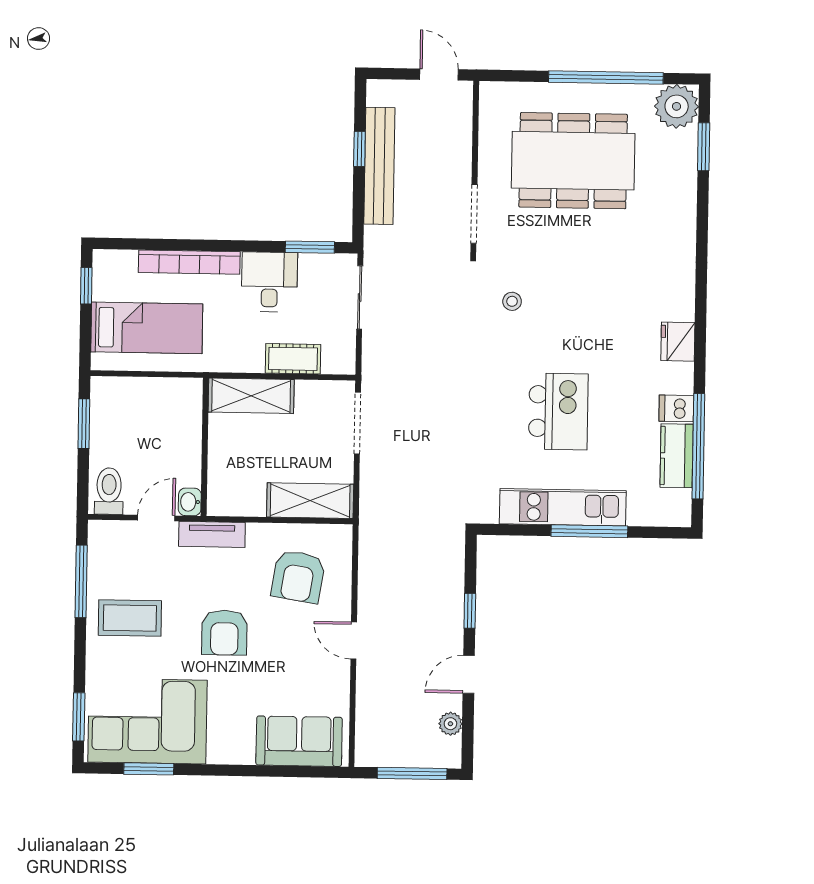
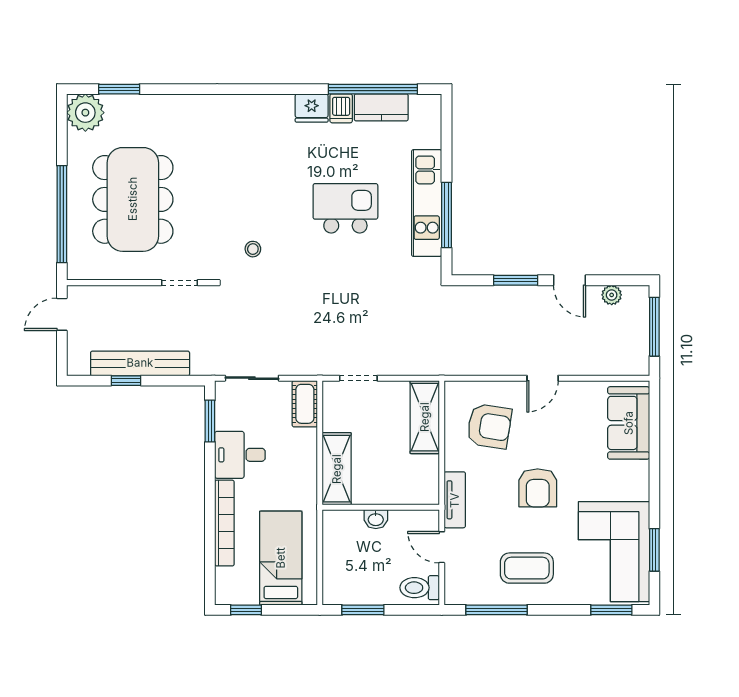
window: (606, 77) -> (62, 214), moved
doorway: (474, 214) -> (179, 283), width x0.73
fridge: (678, 342) -> (312, 108), moved
cot: (293, 359) -> (305, 404), moved
doorway: (357, 423) -> (358, 378), width x0.73
washbasin: (190, 502) -> (376, 519), moved
window: (589, 531) -> (446, 215), moved
window: (470, 611) -> (516, 280), width x1.50
coffee table: (130, 618) -> (527, 568), turned 90
armchair: (224, 633) -> (538, 488), turned 90

